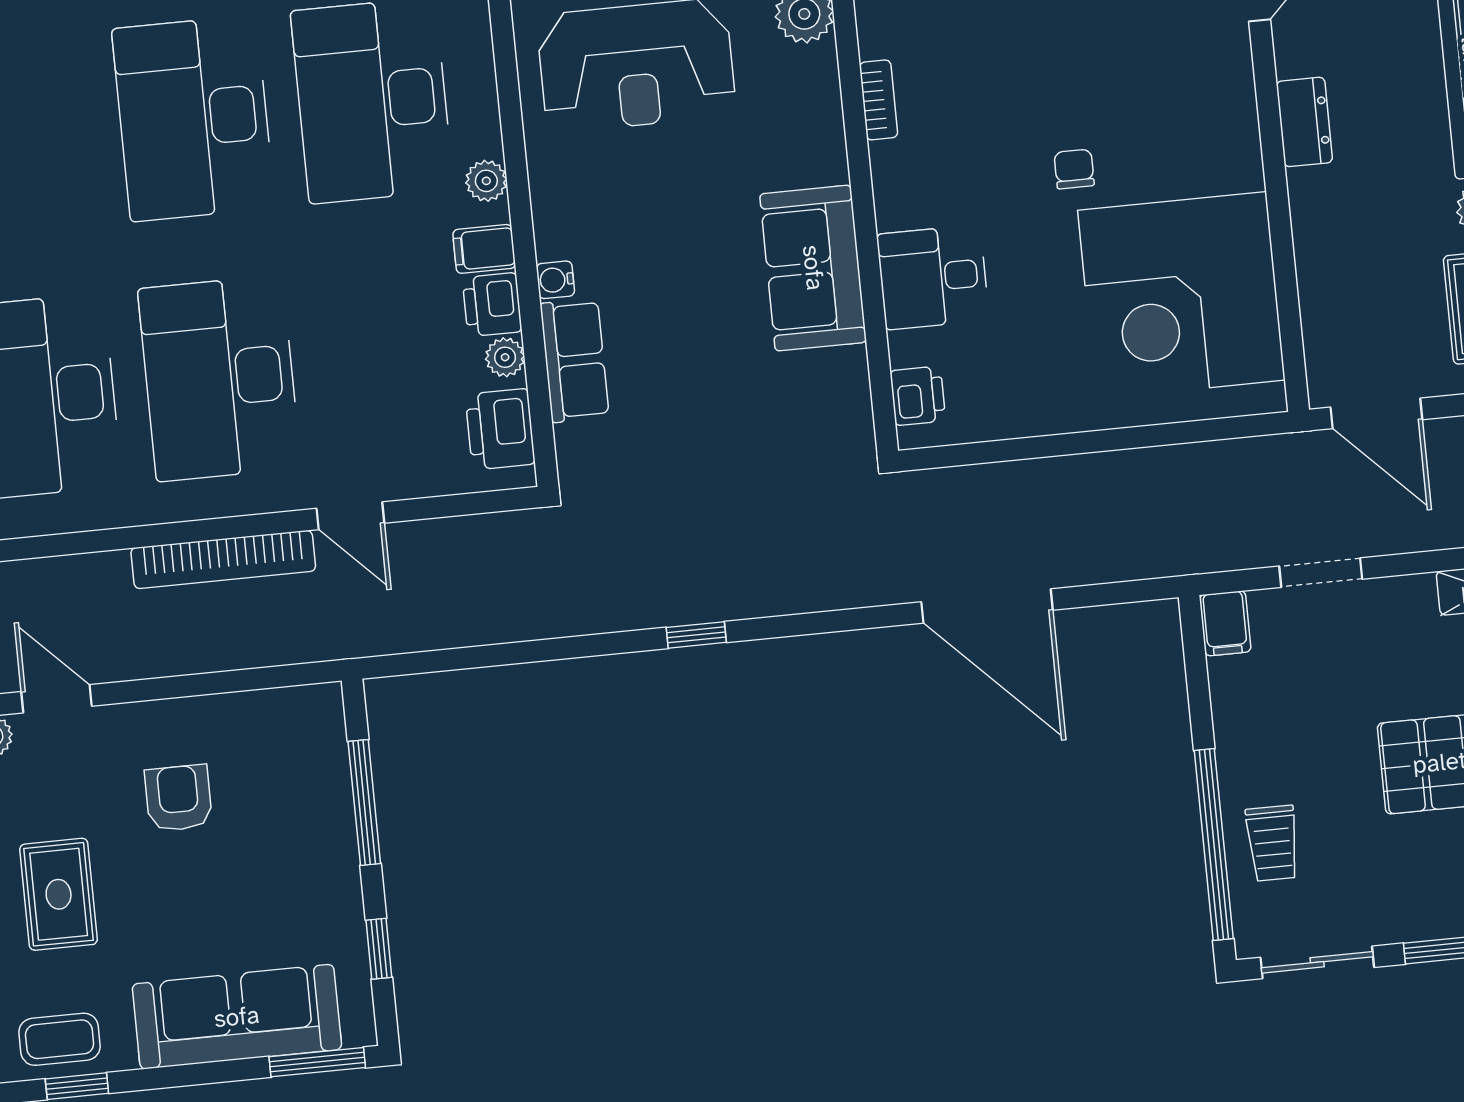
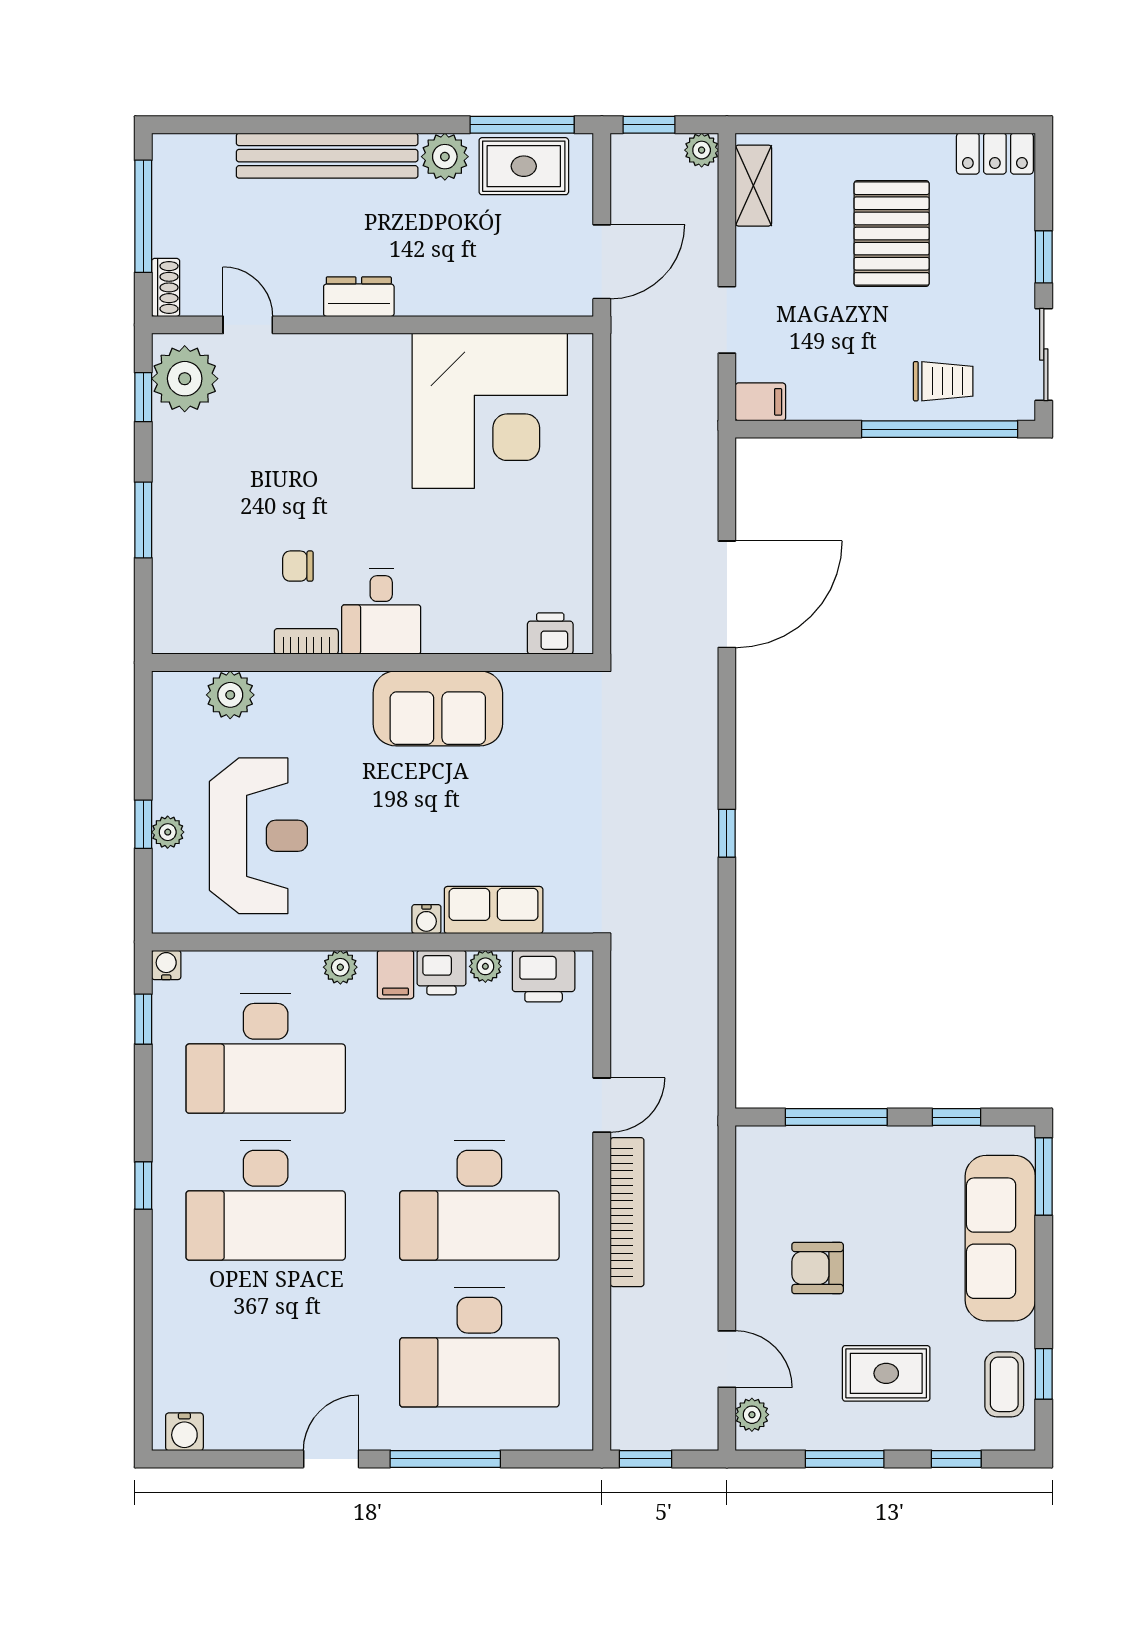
chair: (1074, 169) -> (298, 566), moved
desk: (933, 277) -> (381, 612), moved
door: (56, 699) -> (727, 1359), swing flipped

